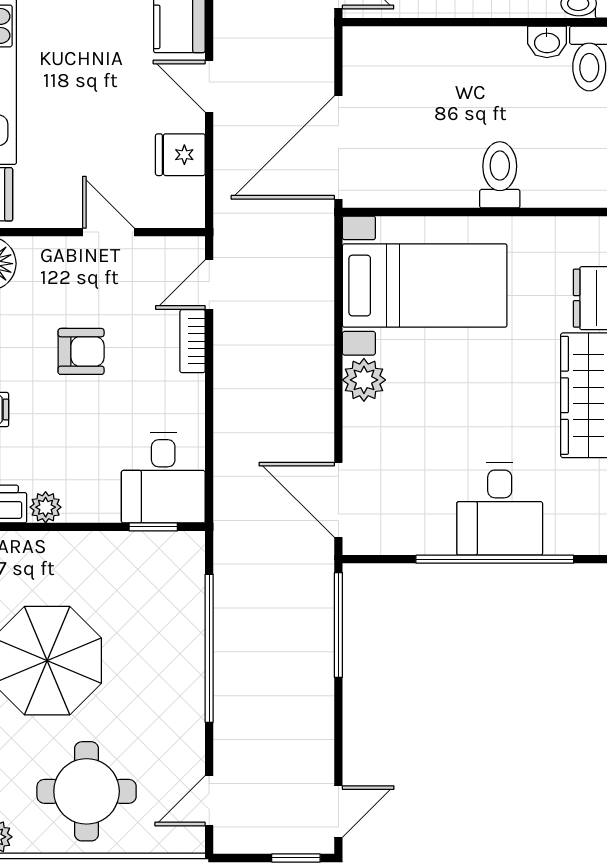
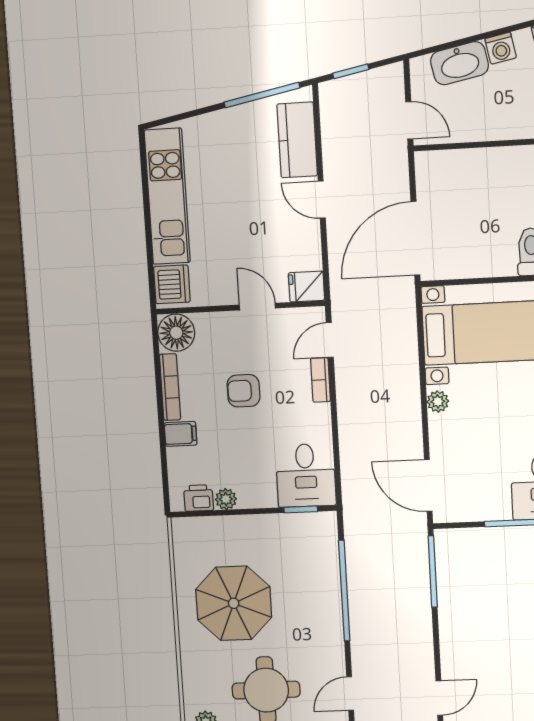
fridge: (180, 155) -> (306, 287), moved
armchair: (81, 351) -> (243, 391), turned 180
plant: (364, 380) -> (438, 401), width x0.73, depth x0.73

